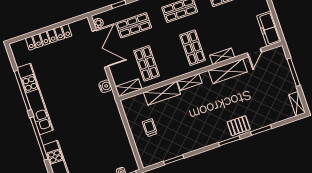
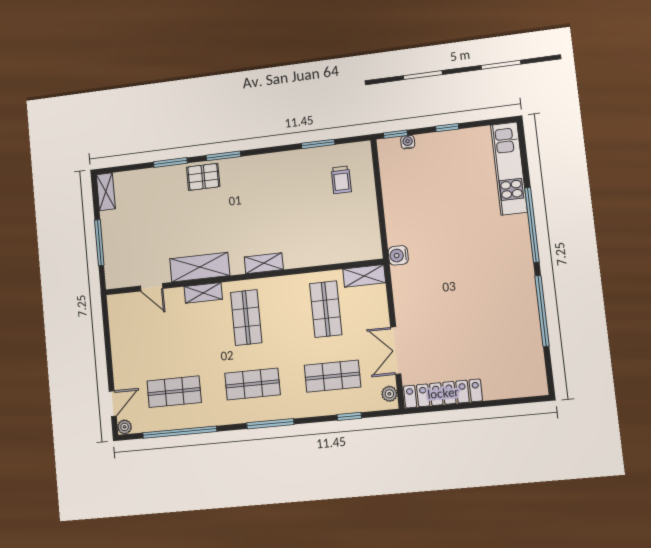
freezer: (269, 29) -> (120, 320), removed
locker: (49, 37) -> (443, 393), moved
double door: (100, 49) -> (396, 351), width x0.73
door: (254, 53) -> (152, 287), swing flipped
water cooler: (105, 86) -> (398, 255), moved
shelving: (162, 93) -> (312, 255), removed
kitchen unit: (35, 99) -> (524, 292), removed
trolley: (150, 128) -> (341, 180), moved

